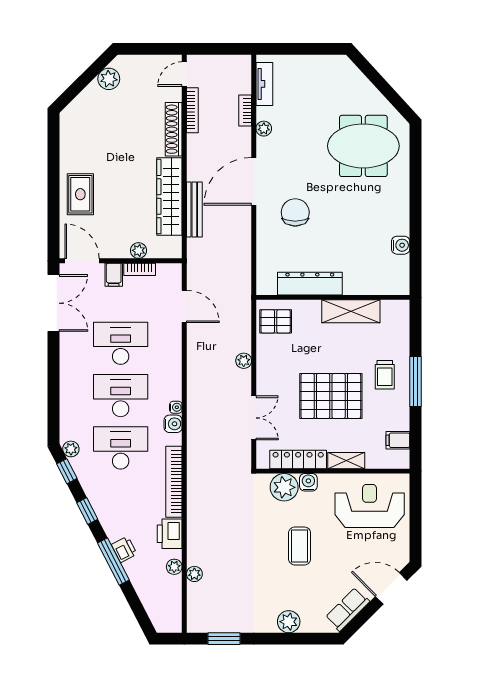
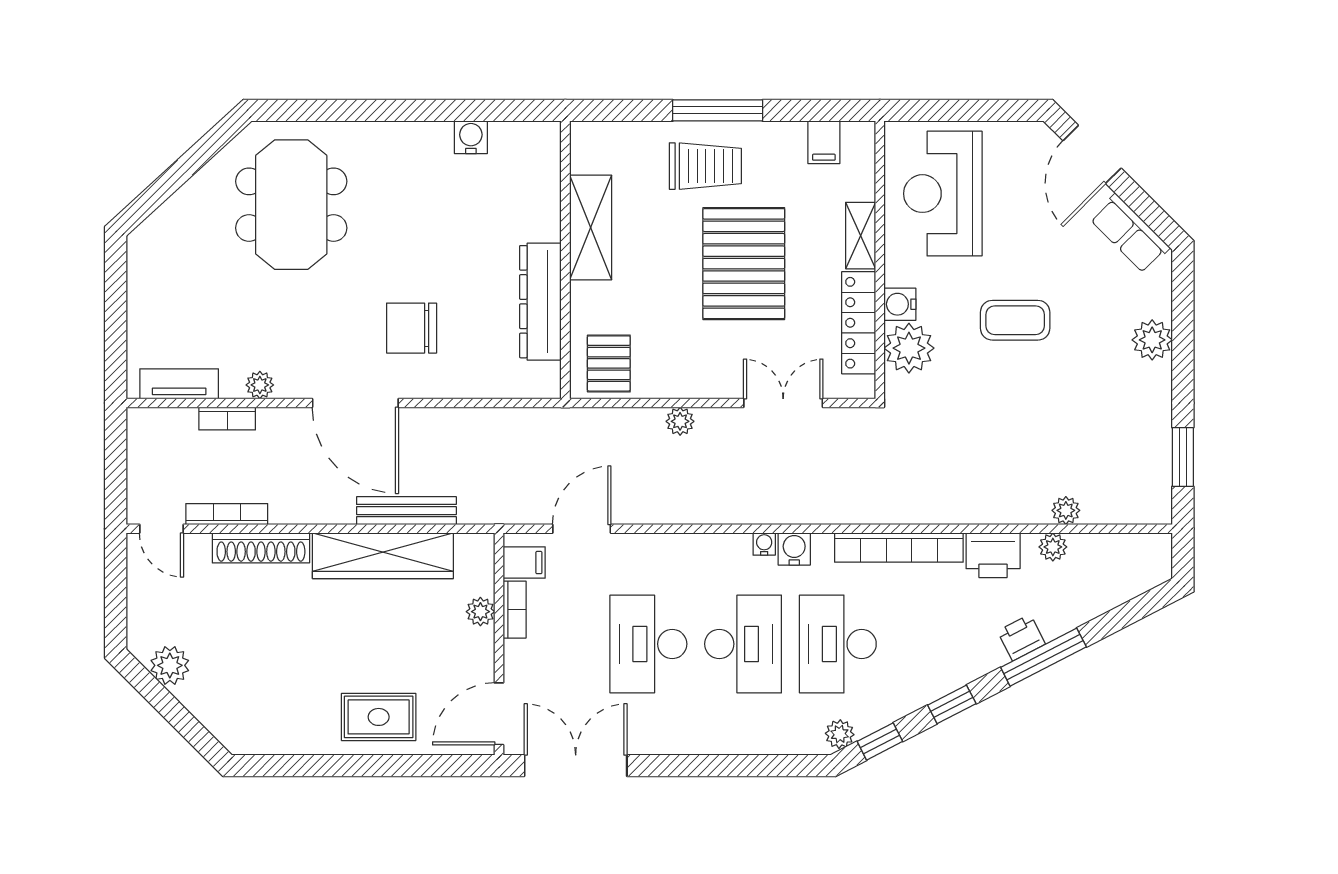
filing cabinet: (114, 275) -> (524, 563), moved
trolley: (385, 375) -> (705, 166), width x1.36, depth x1.39
desk: (121, 396) -> (743, 644), turned 180

